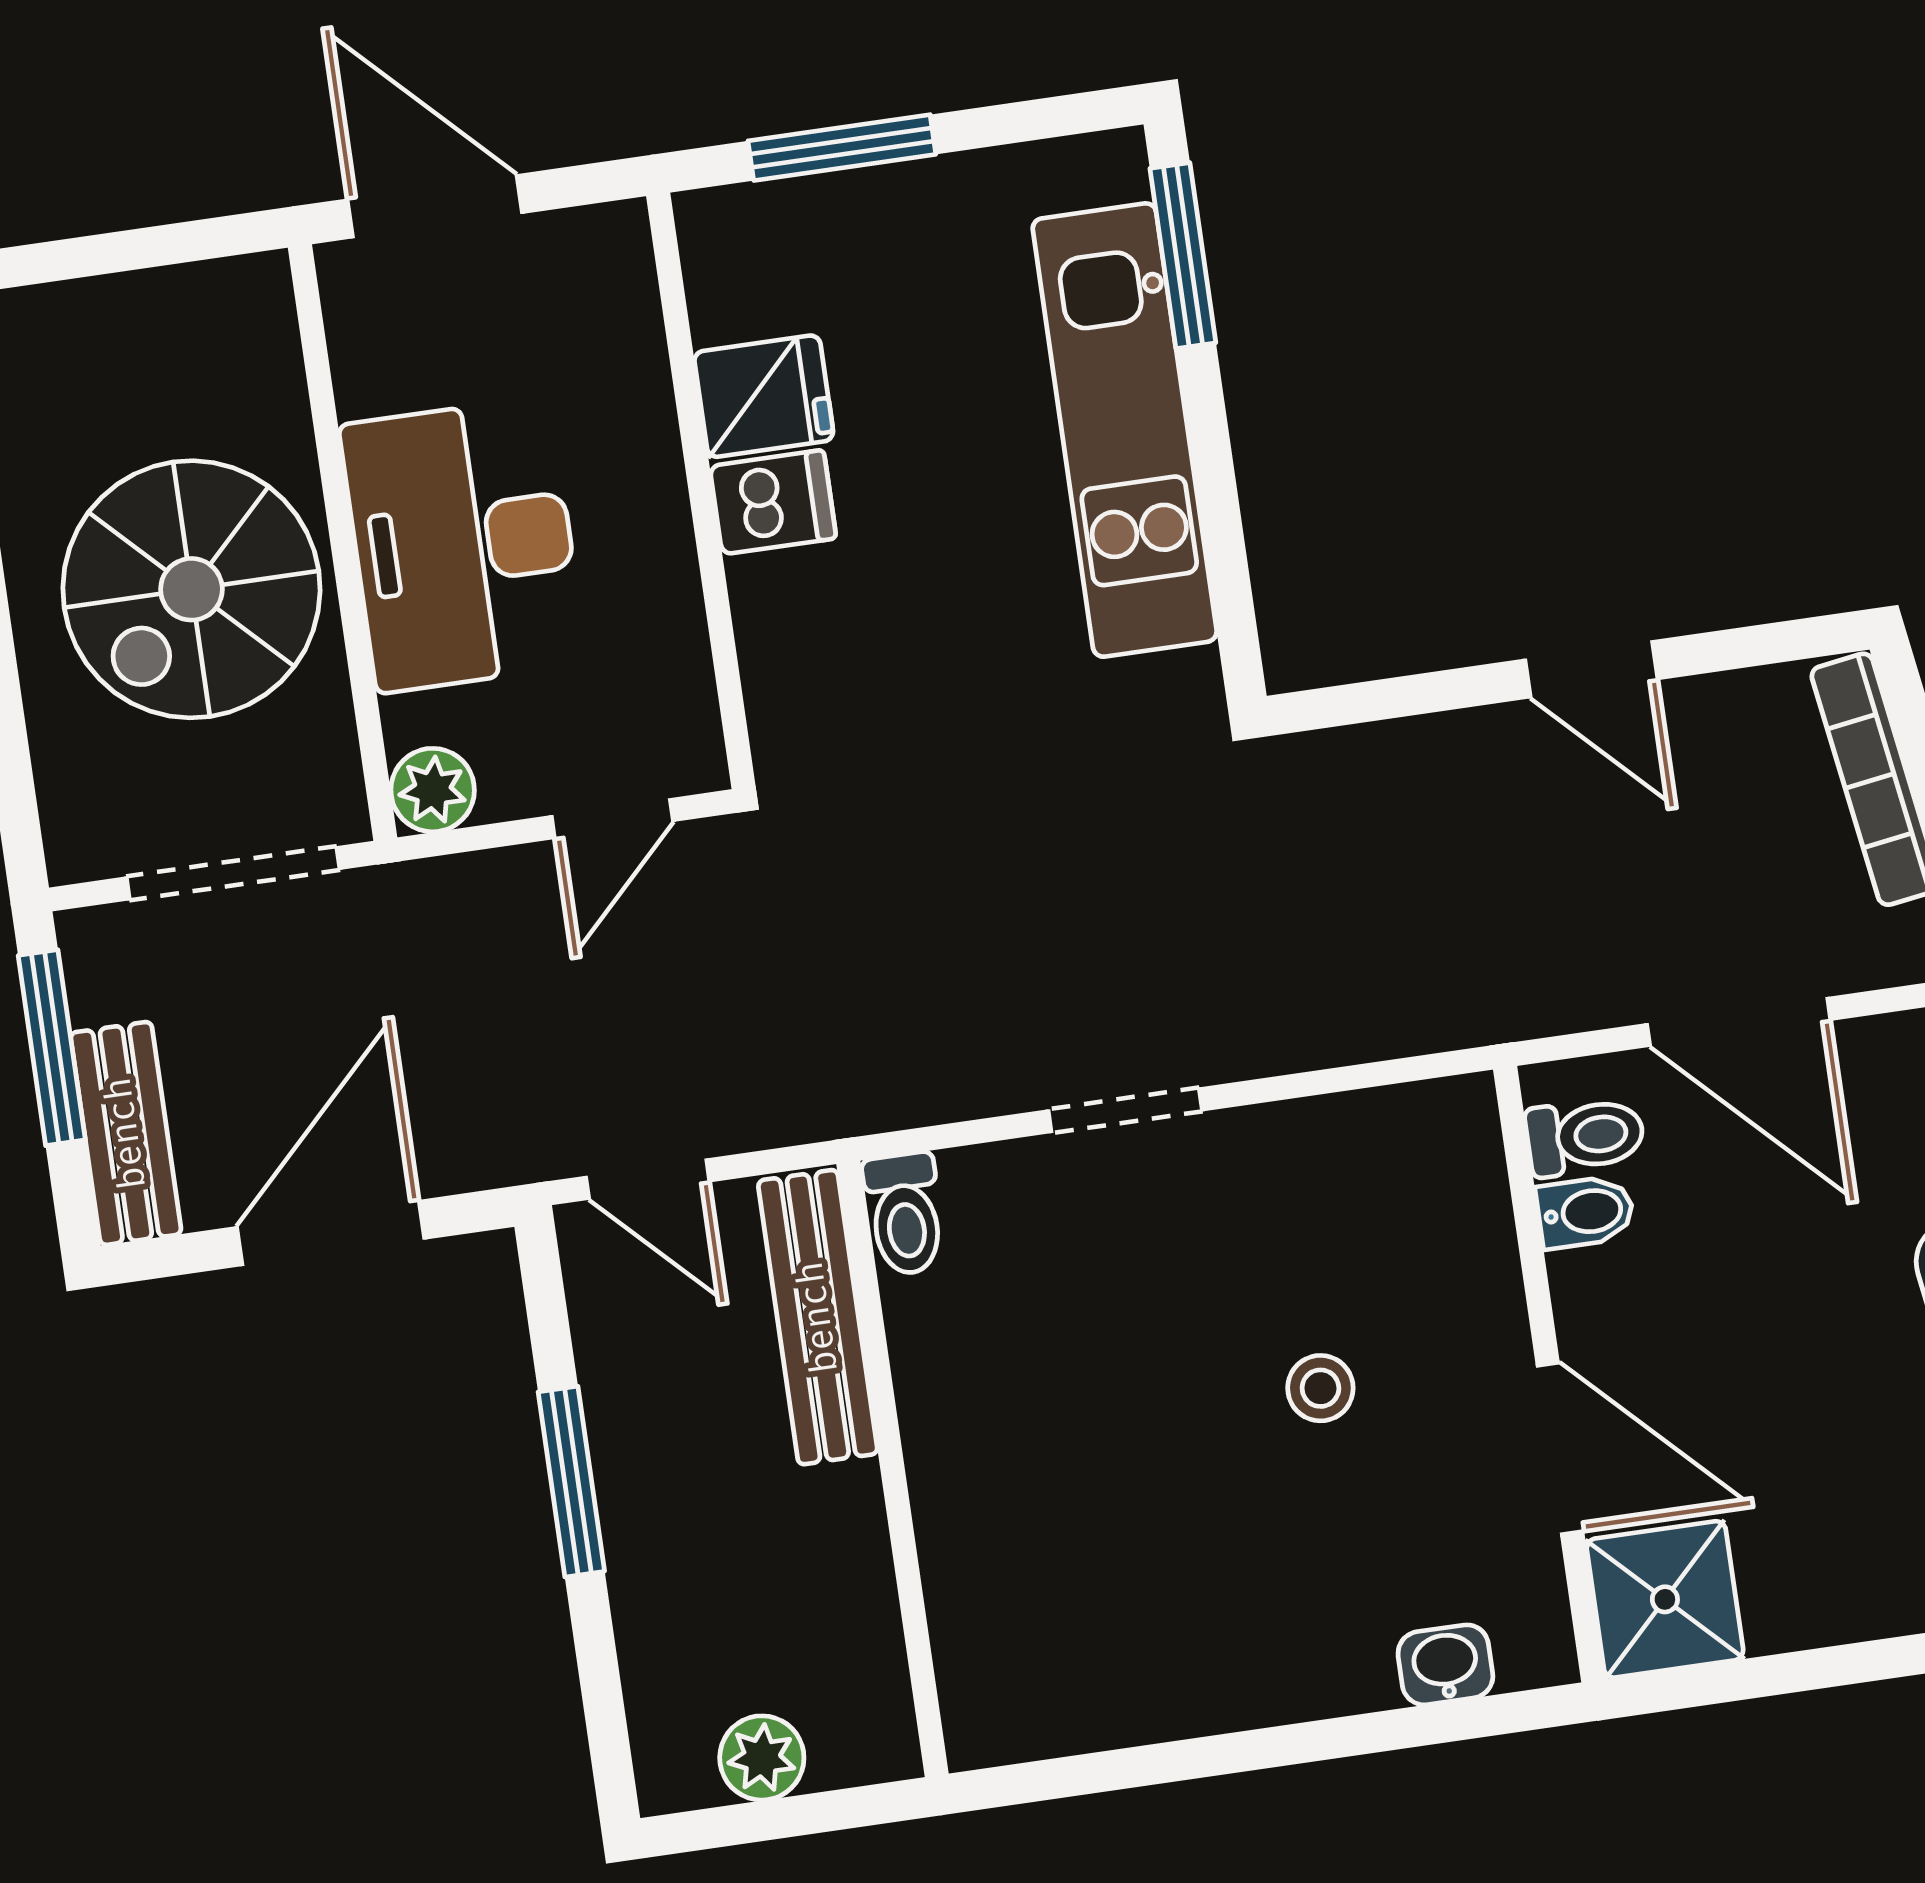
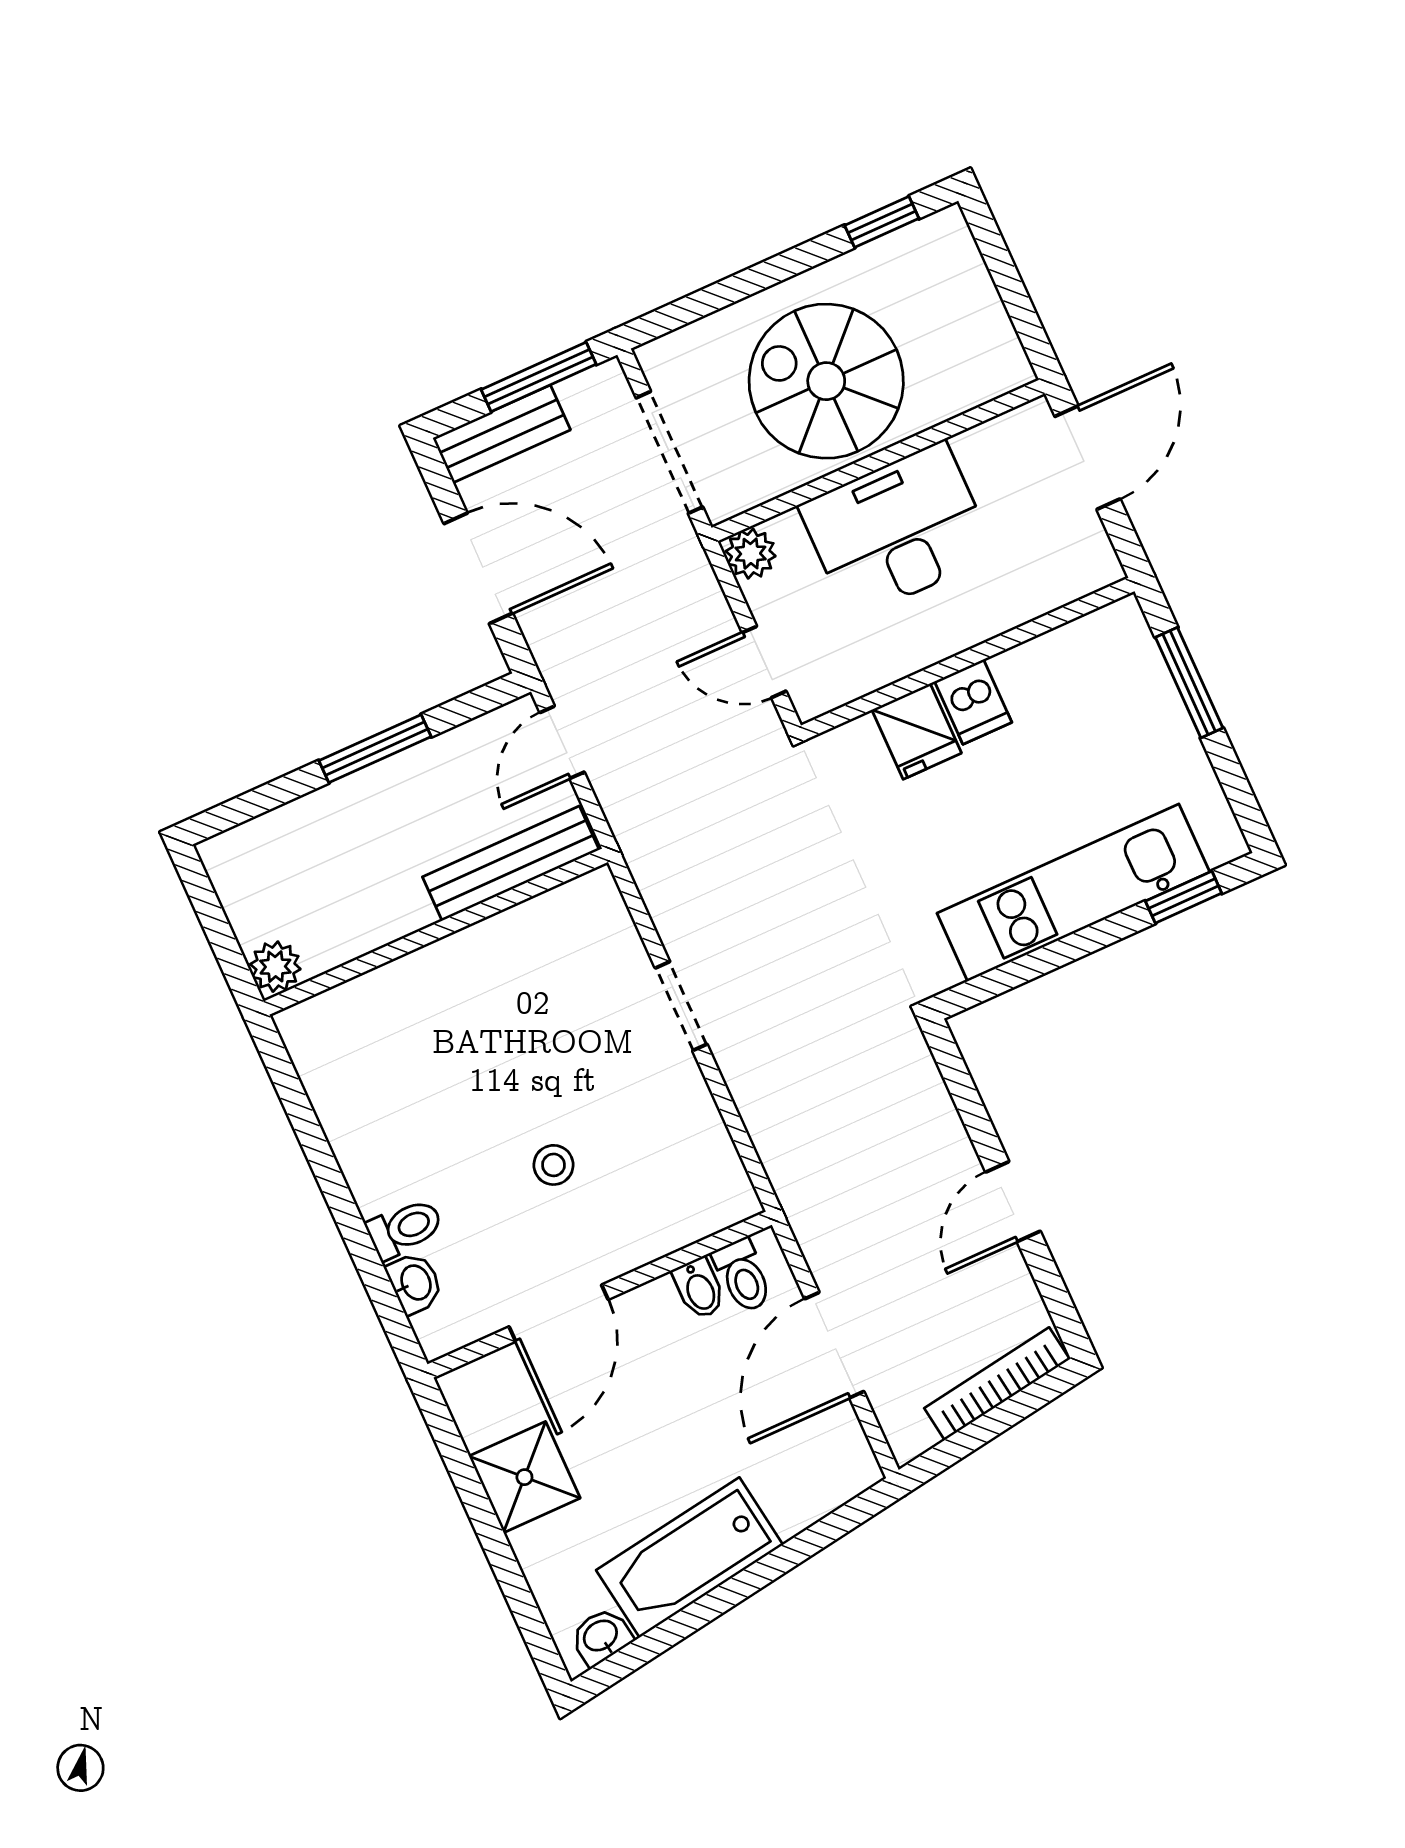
window: (1183, 256) -> (1184, 897), width x0.67
fridge: (764, 396) -> (917, 731), moved
toilet: (905, 1214) -> (405, 1228), moved, turned 180
shower: (1665, 1599) -> (524, 1477), moved
plant: (762, 1758) -> (275, 967), moved

